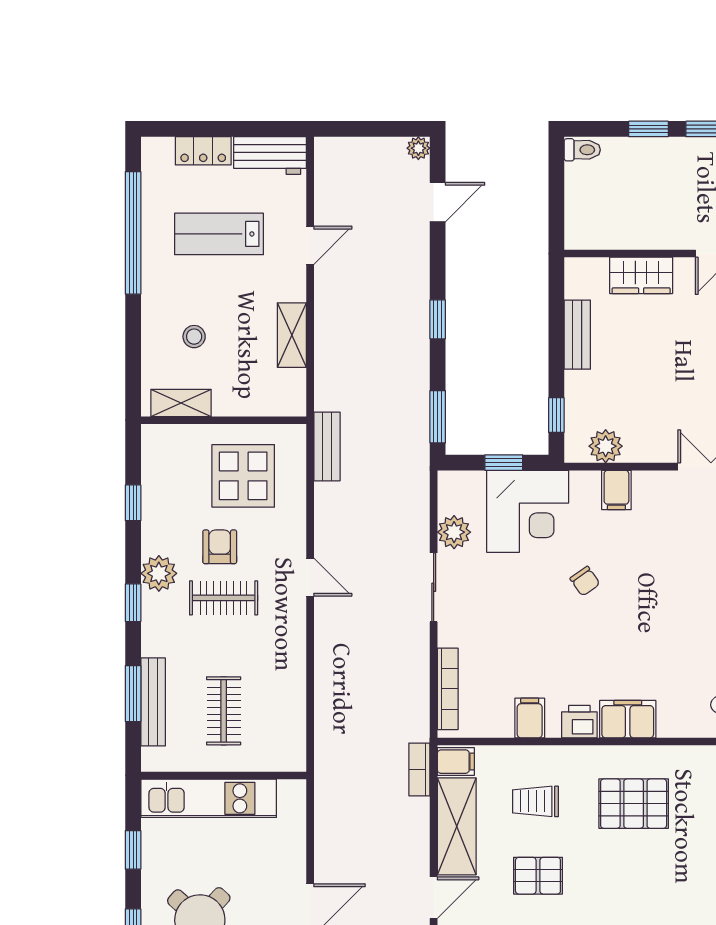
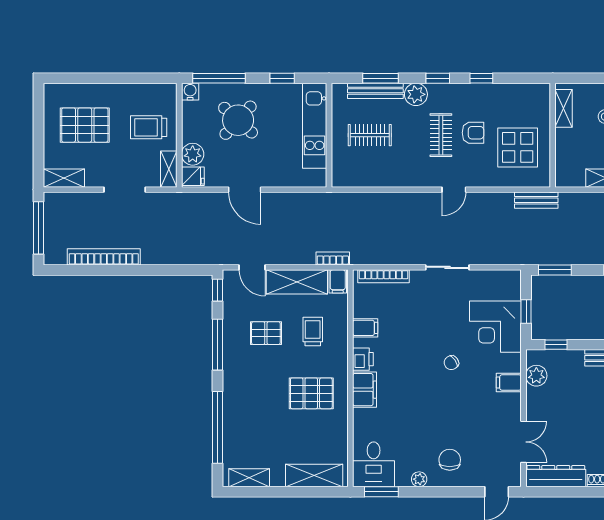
window: (133, 503) -> (481, 78), moved
plant: (454, 532) -> (482, 280), removed
plant: (159, 573) -> (416, 94), moved
pallet: (634, 804) -> (311, 393), turned 90
pallet: (538, 876) -> (266, 333), turned 90

